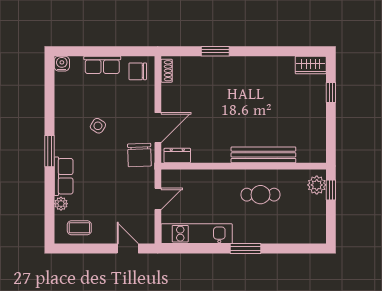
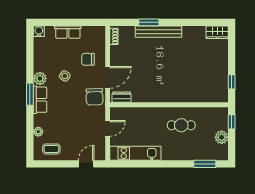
chair: (138, 71) -> (88, 59), moved
window: (331, 93) -> (232, 82), moved
plant: (63, 129) -> (40, 78), added
bench: (263, 155) -> (158, 32), moved
row of seats: (64, 176) -> (40, 100), moved
plant: (317, 185) -> (222, 137), moved
door: (128, 249) -> (86, 164), hinge flipped
window: (245, 249) -> (205, 164), moved

